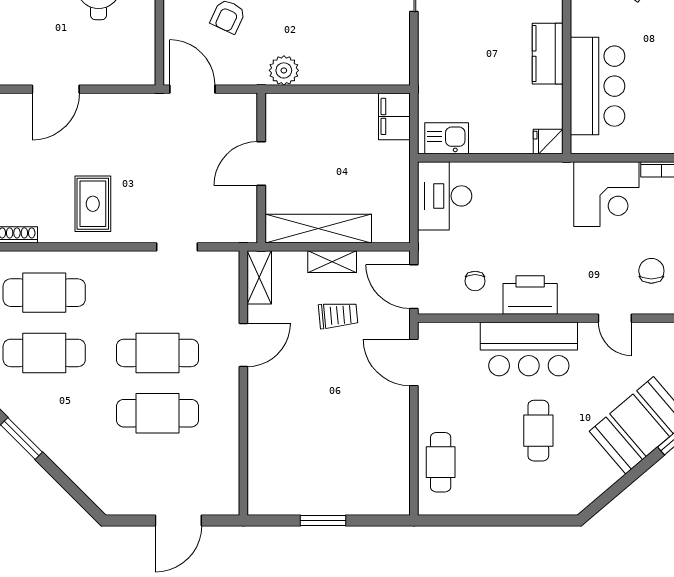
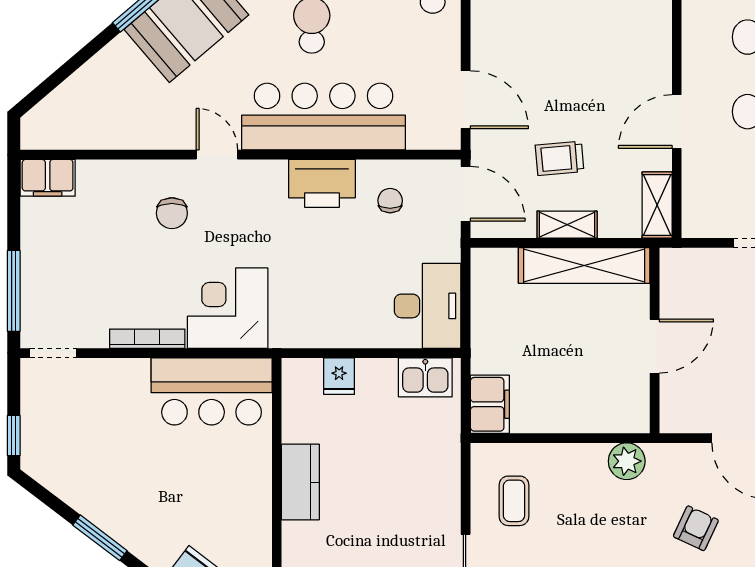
coffee table: (375, 38) -> (514, 501), added
bar counter: (598, 86) -> (212, 391), moved, turned -90
fridge: (548, 142) -> (339, 376), moved, turned 90
bar counter: (529, 349) -> (324, 117), width x1.36

